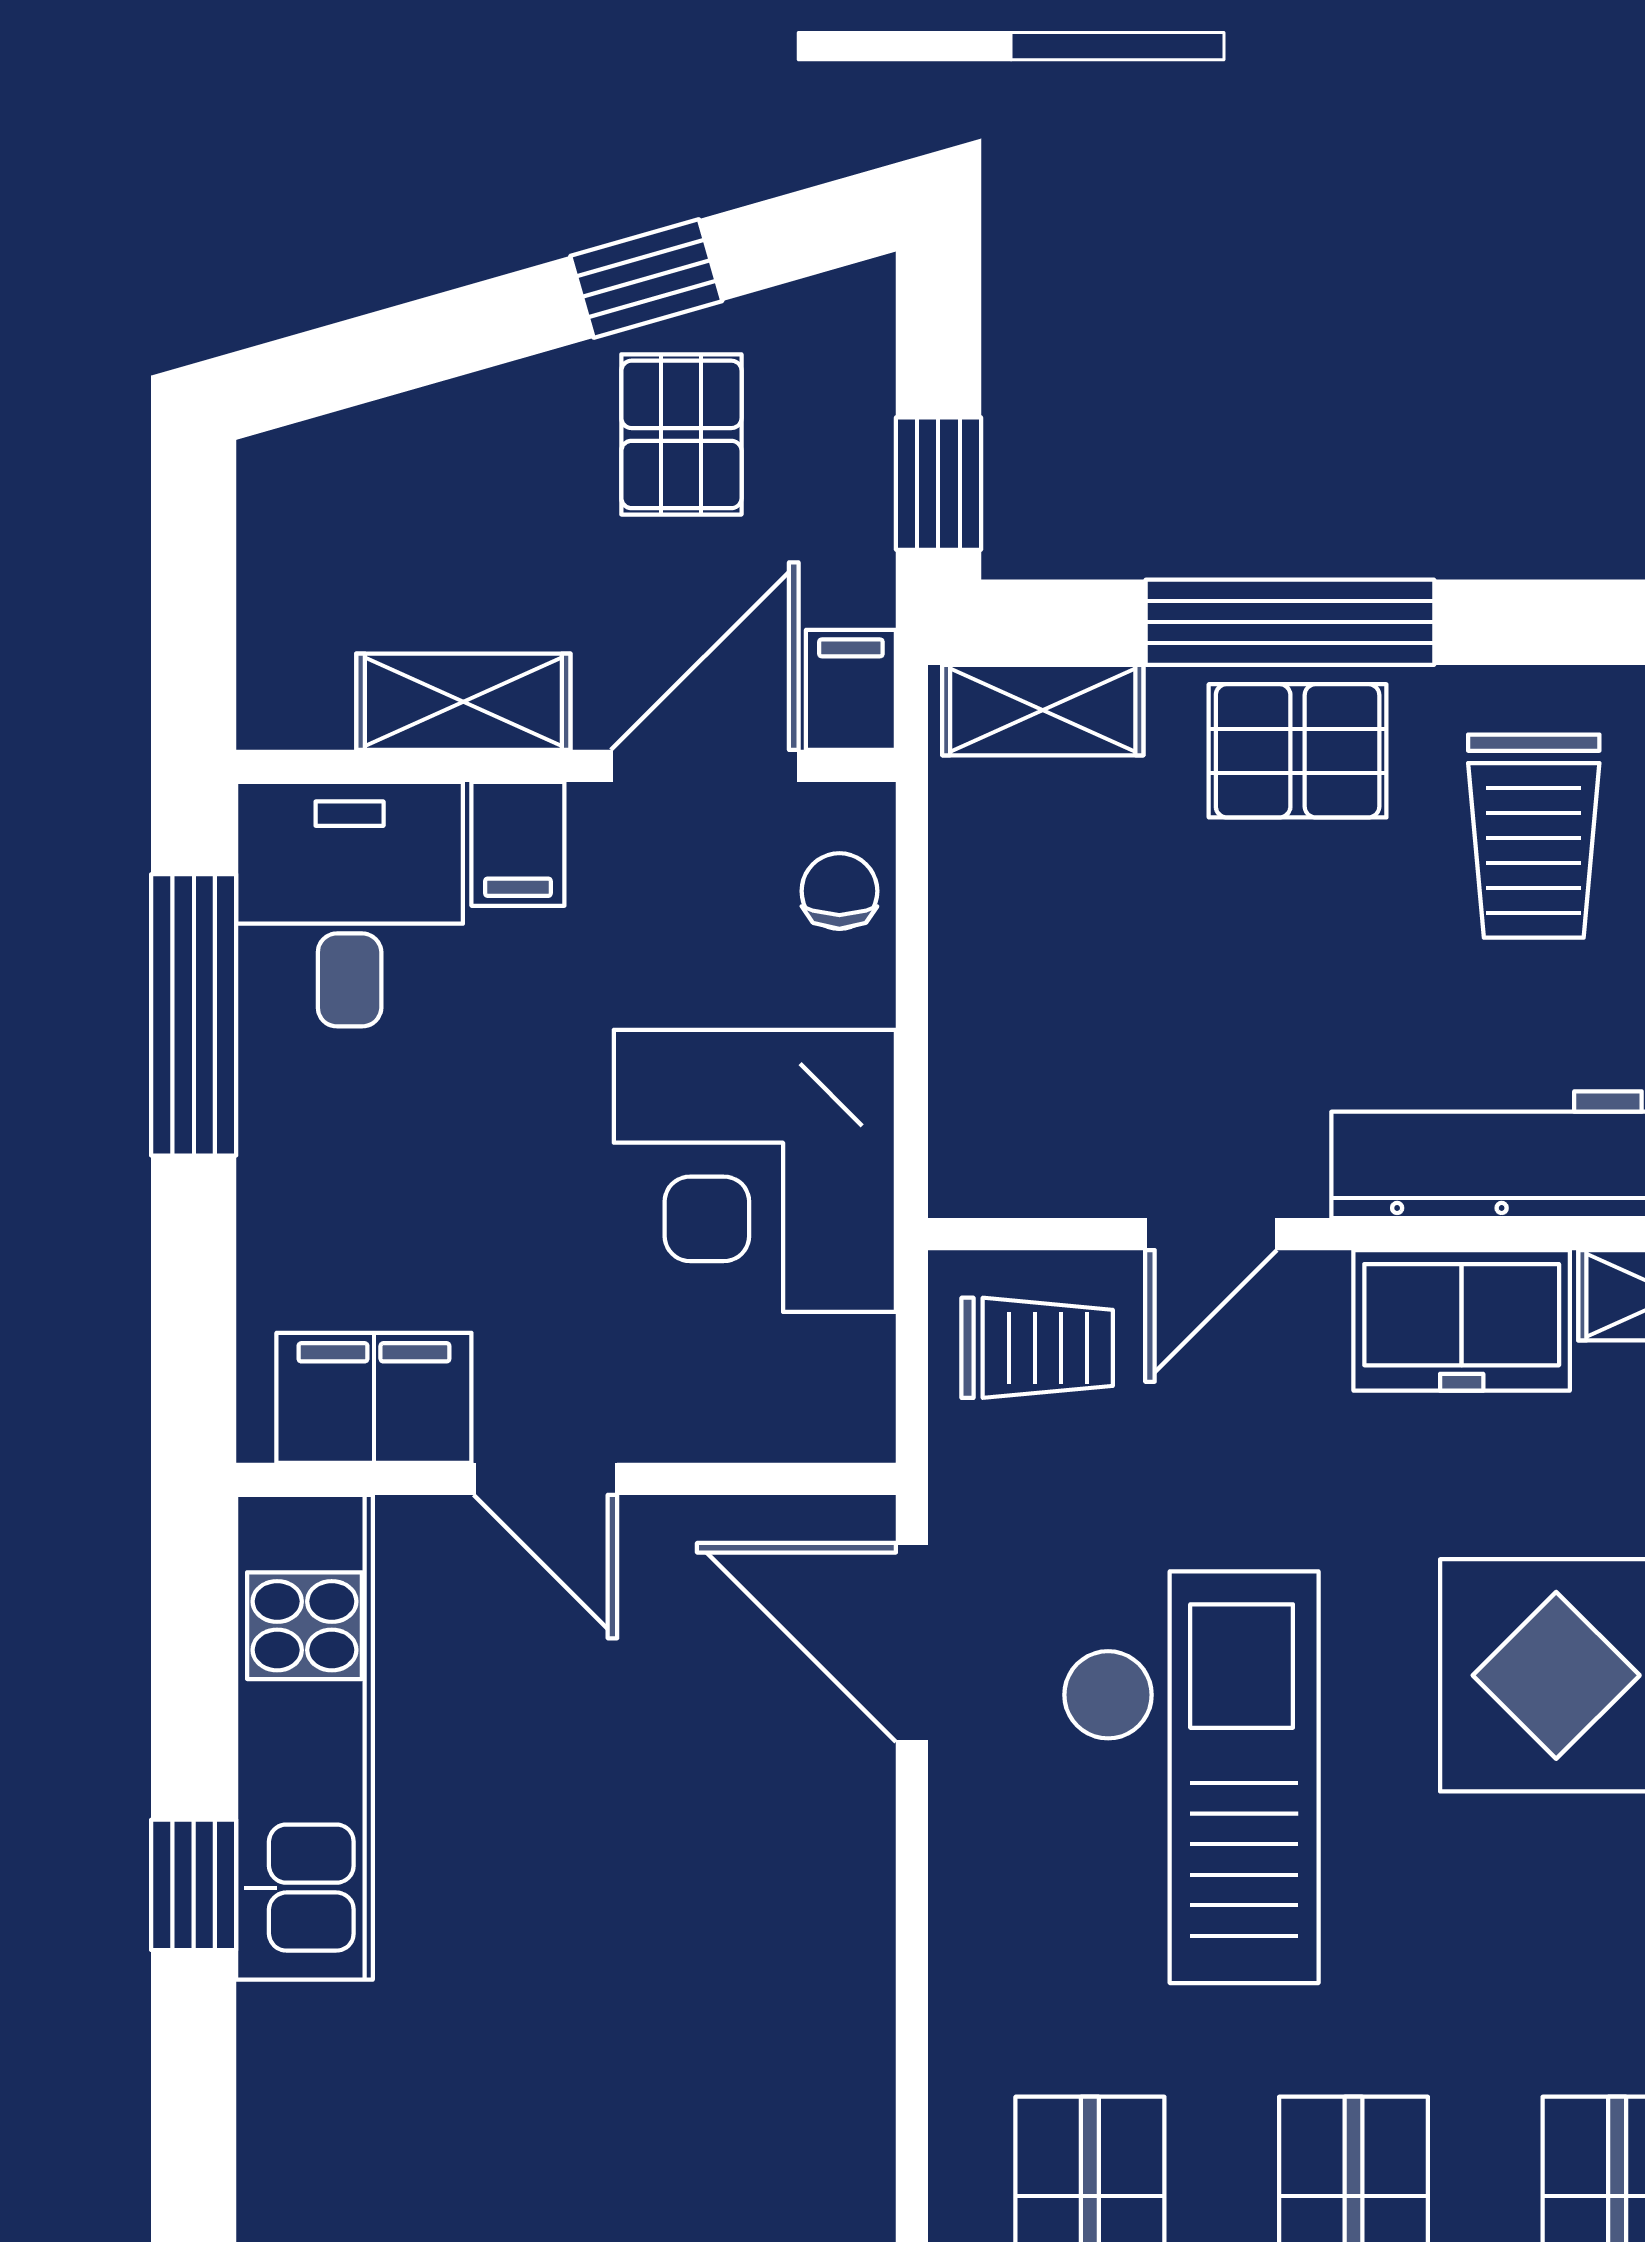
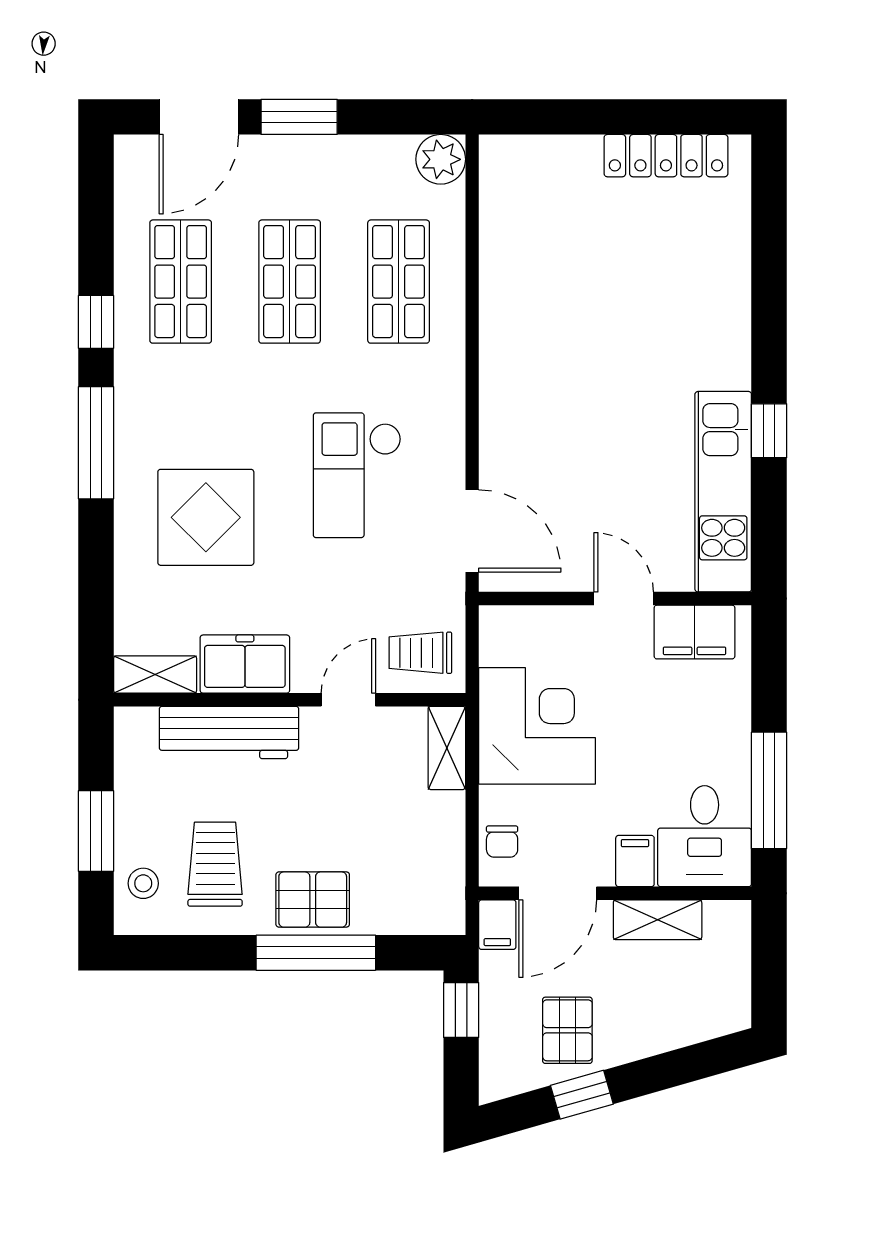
shelving: (1043, 710) -> (447, 748), moved, turned 90
checkout: (1190, 1777) -> (357, 475), width x0.73, depth x0.83

